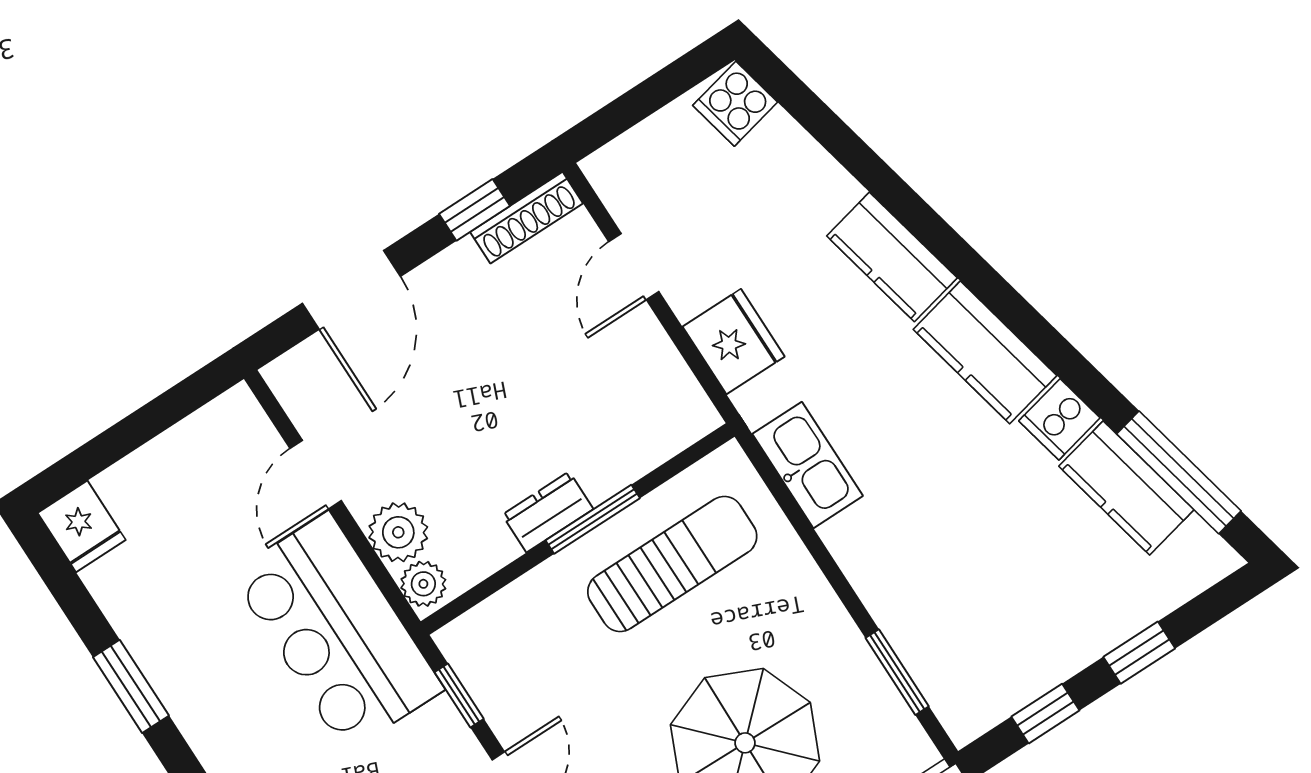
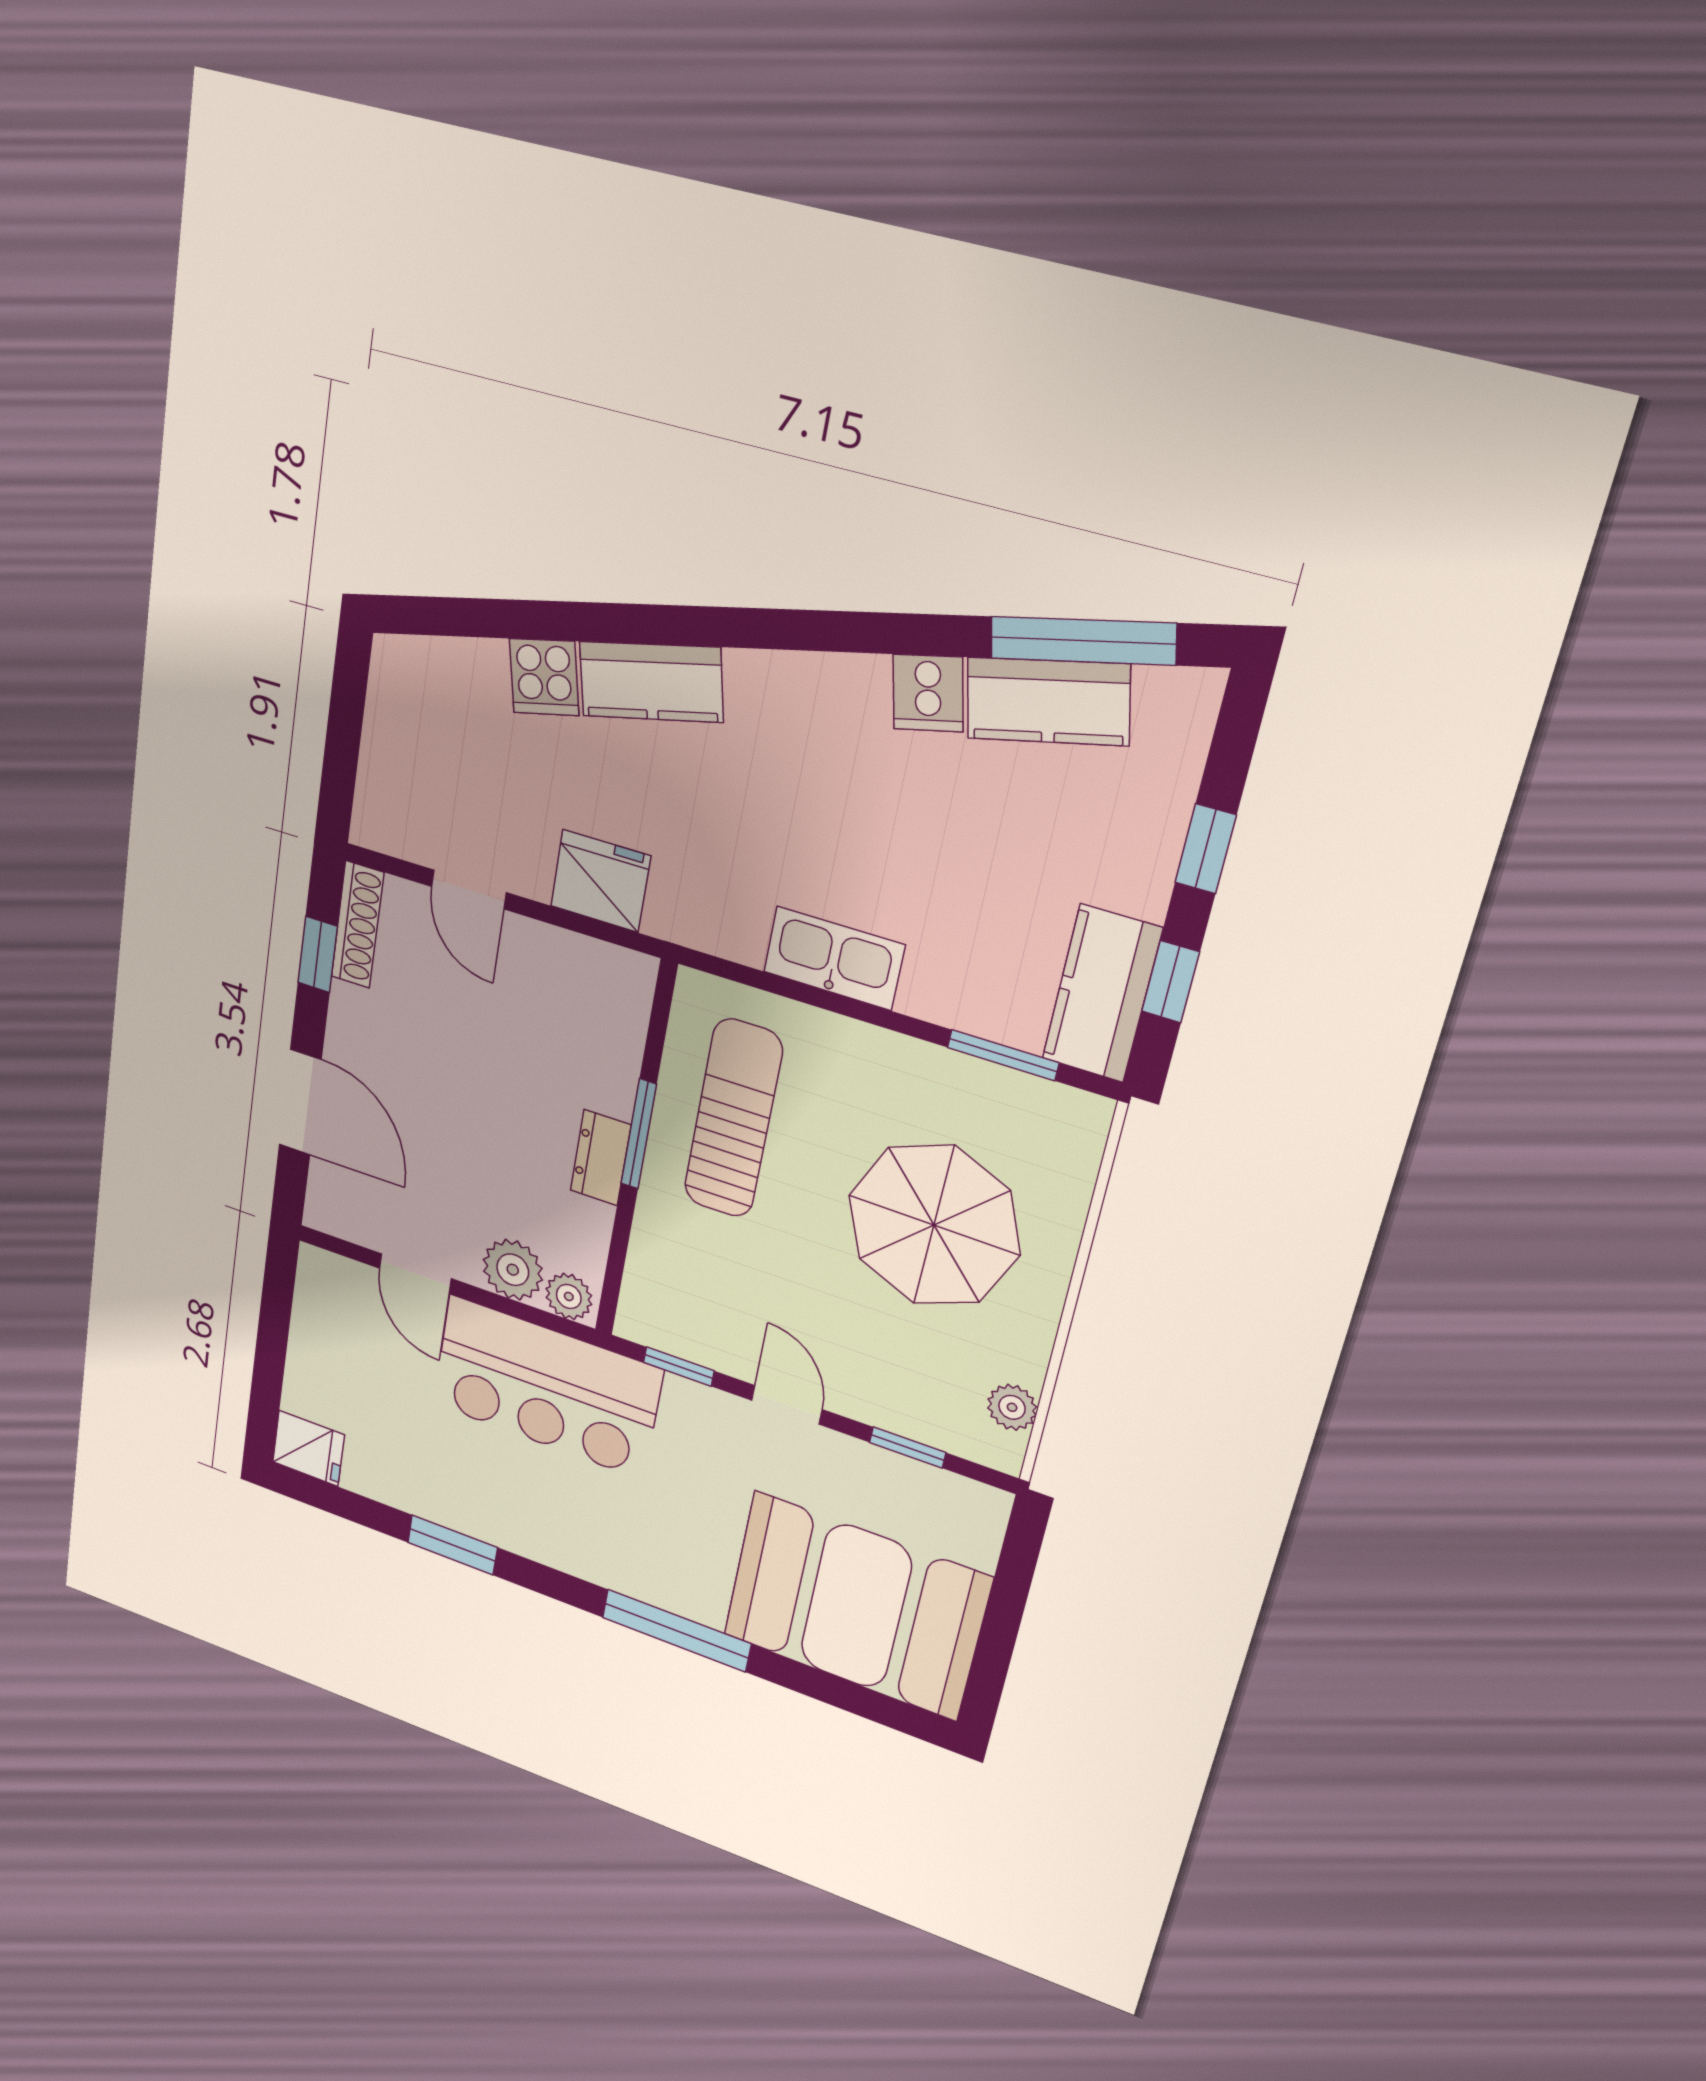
cooker: (735, 104) -> (544, 677), moved
kitchen counter: (985, 352) -> (1102, 994), moved, turned 103
kitchen sink: (808, 465) -> (834, 958), moved

